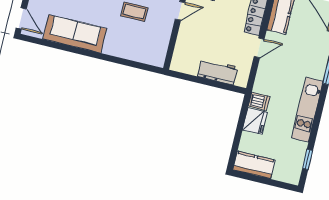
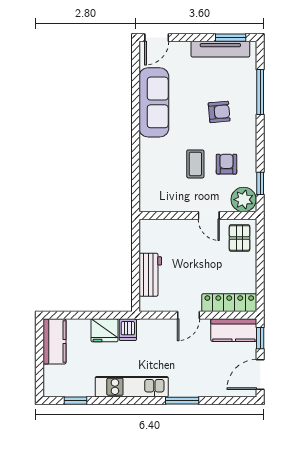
door: (259, 48) -> (188, 315), hinge flipped

